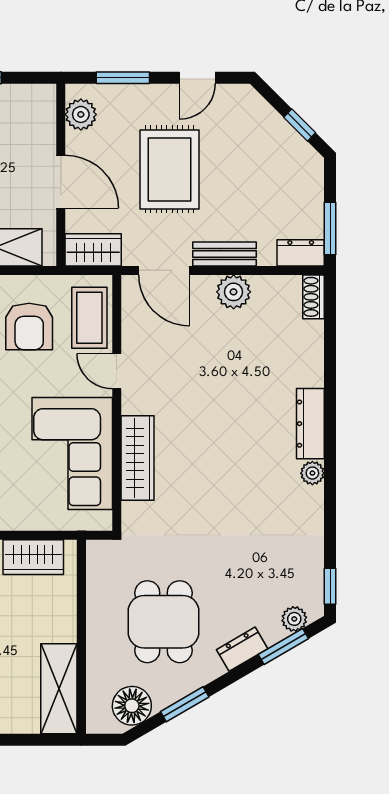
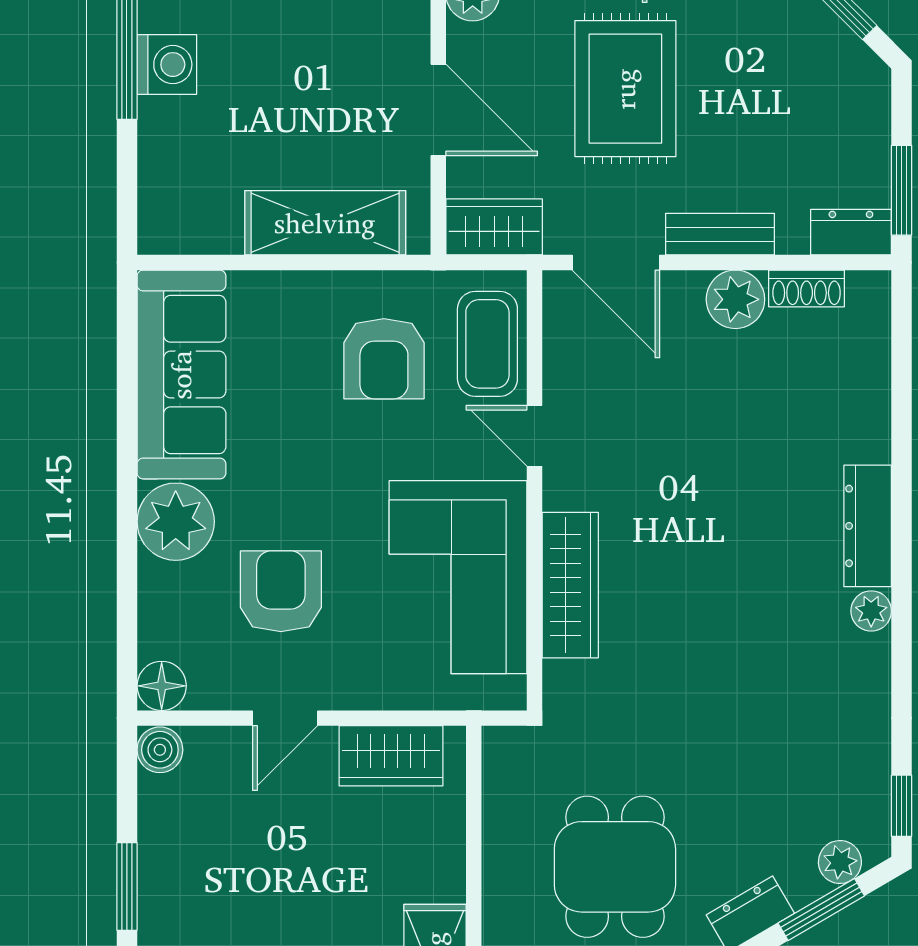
shoe rack: (313, 297) -> (807, 288), moved, turned -90

